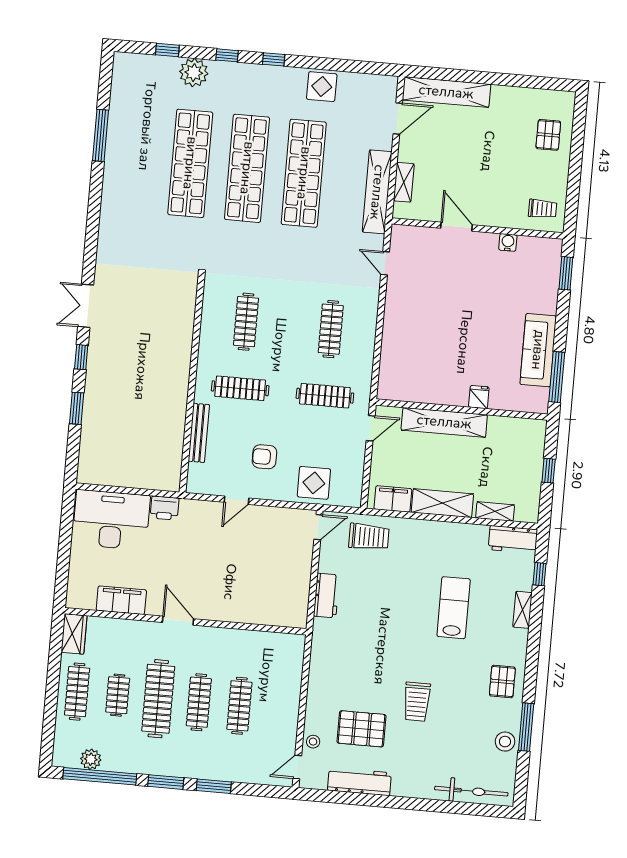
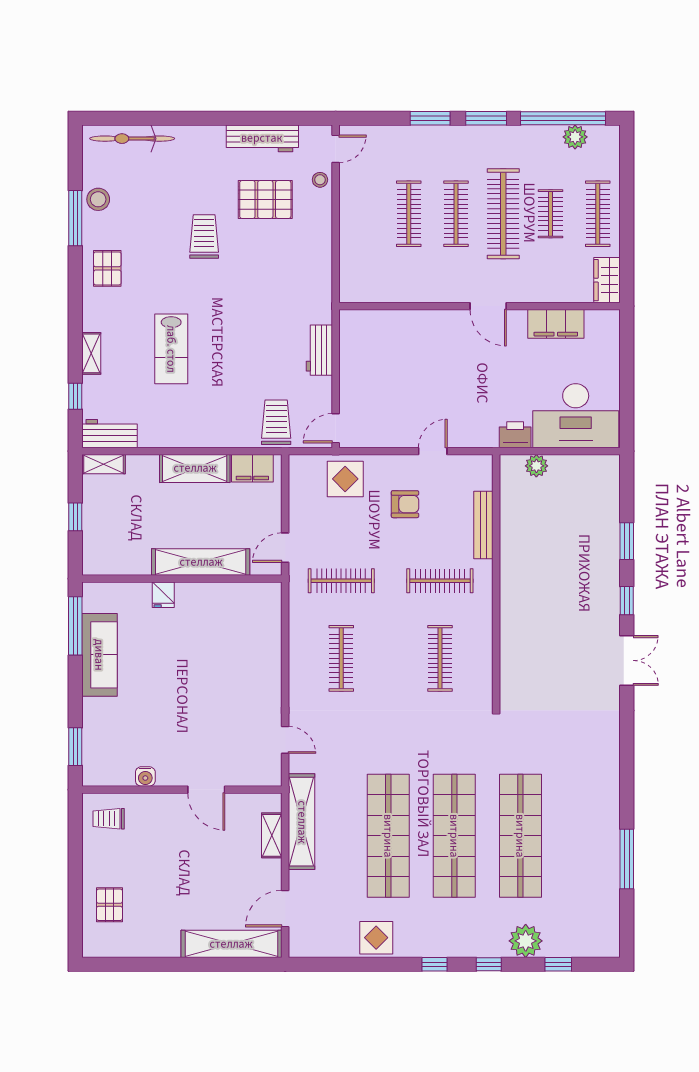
plant: (149, 480) -> (536, 466), added
shelving: (495, 511) -> (104, 464), moved
trolley: (369, 537) -> (276, 422), turned 90

